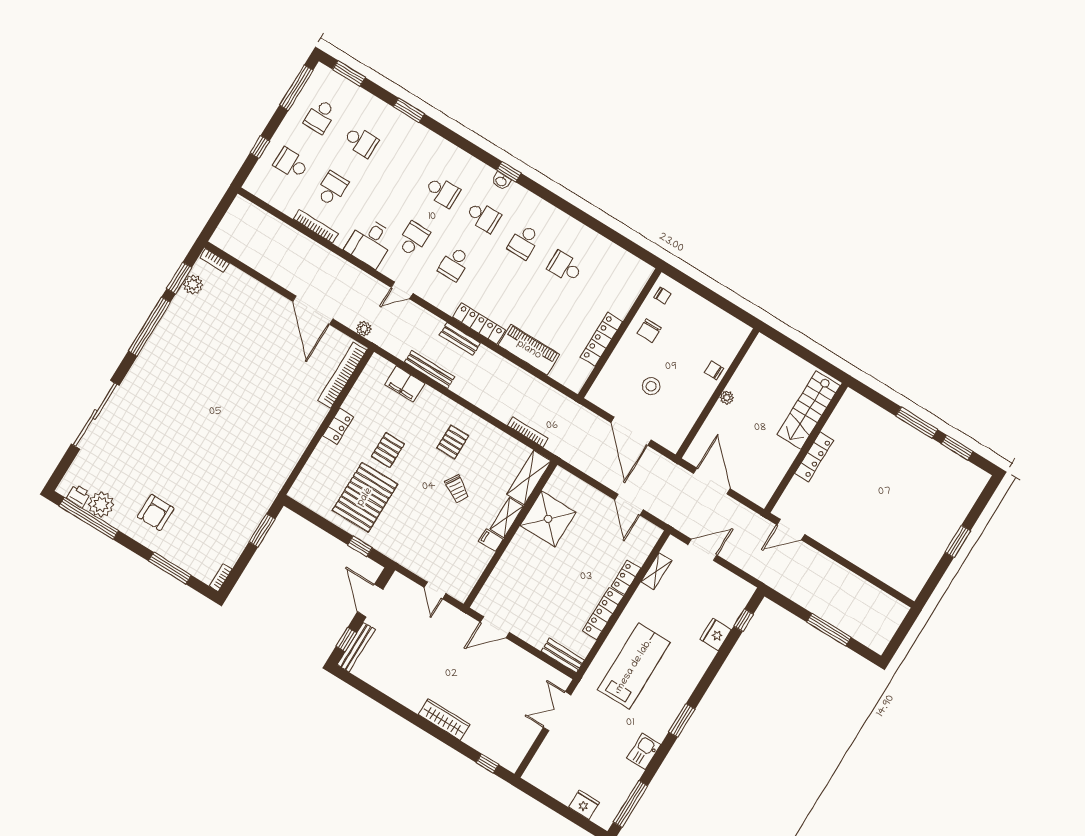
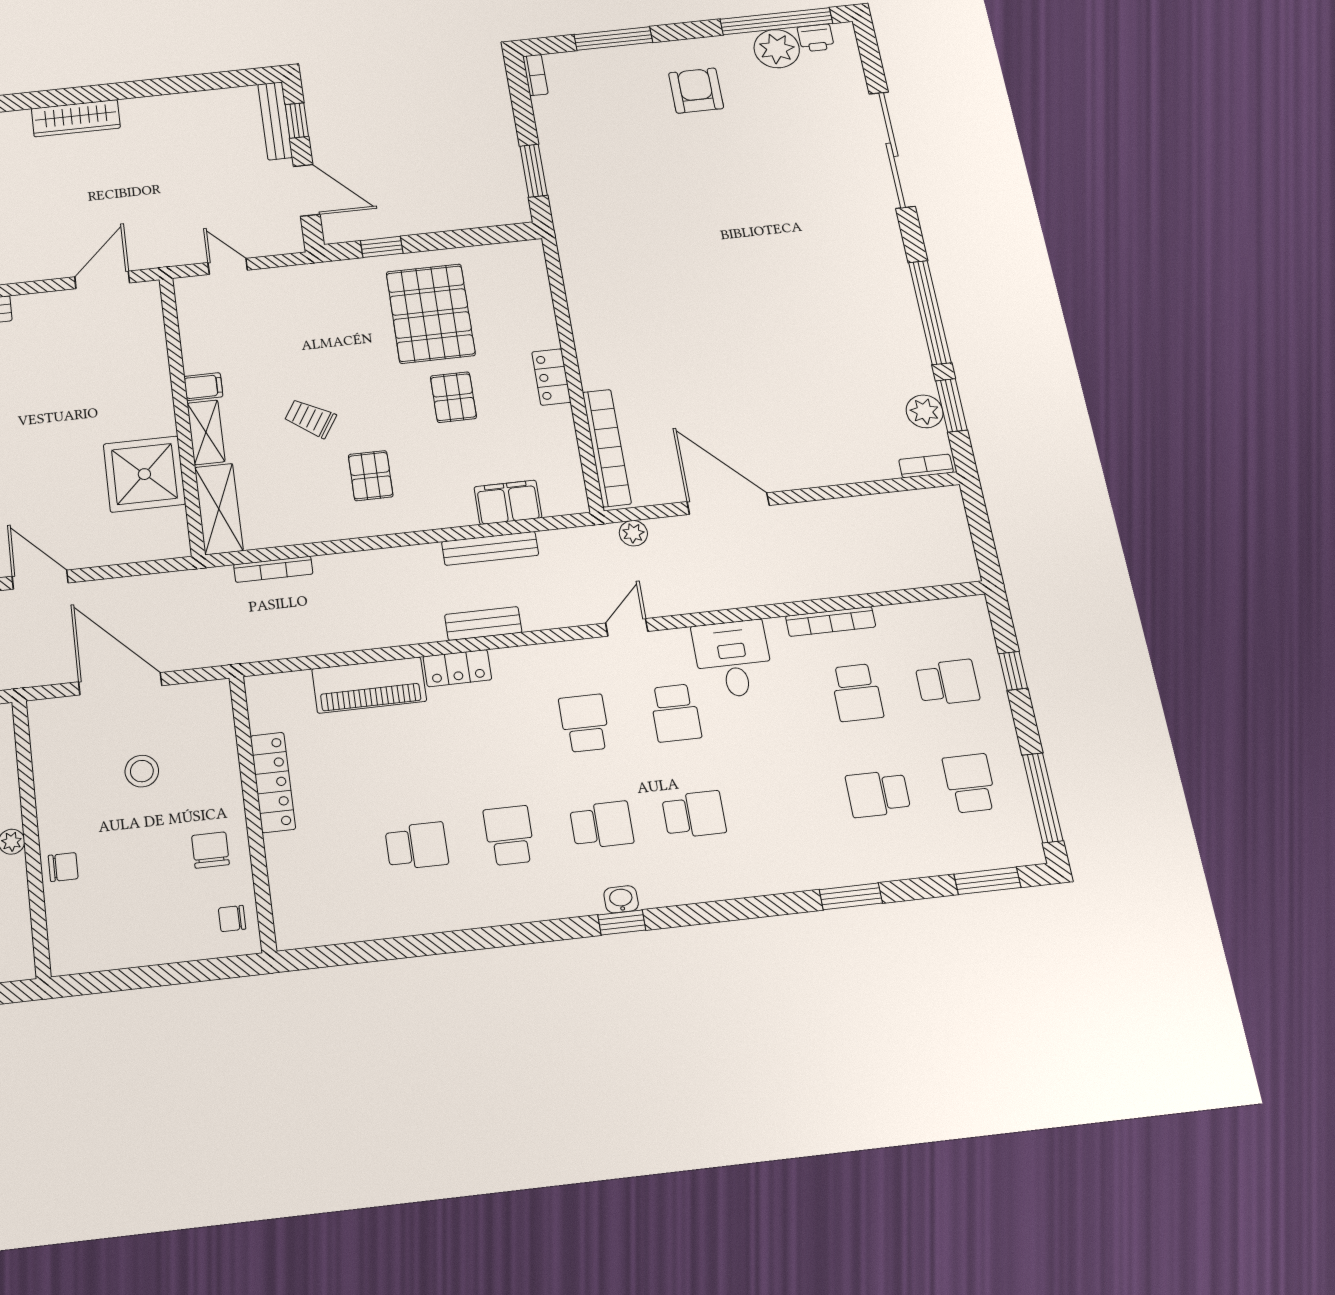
school desk: (442, 192) -> (694, 815), turned 180
school desk: (483, 217) -> (602, 825), turned 180
locker: (479, 324) -> (457, 668), width x0.66

